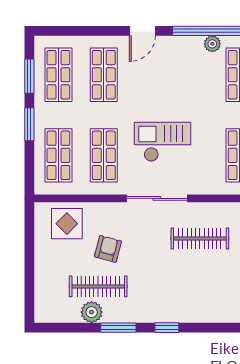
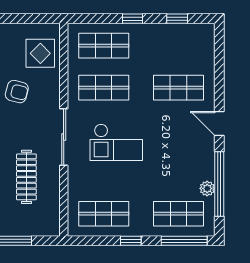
shop shelf: (58, 75) -> (178, 46), removed
window: (29, 76) -> (177, 19), width x0.67
window: (29, 124) -> (133, 19), width x0.67
checkout: (162, 142) -> (116, 142), turned 90

